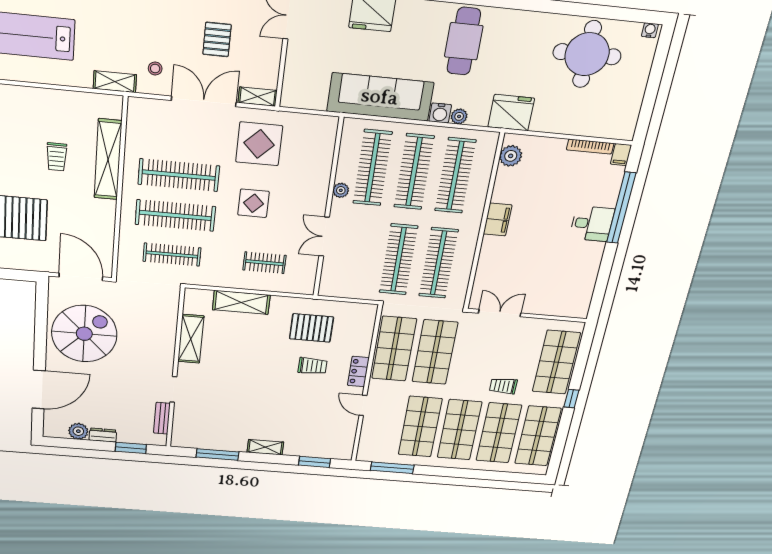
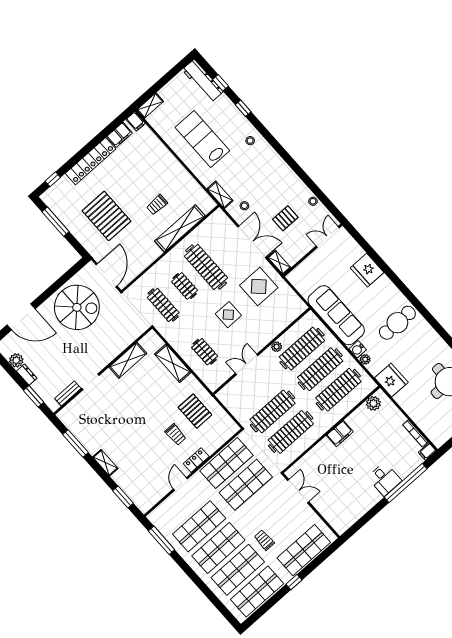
clothes rail: (175, 215) -> (185, 286), width x0.54, depth x0.76

